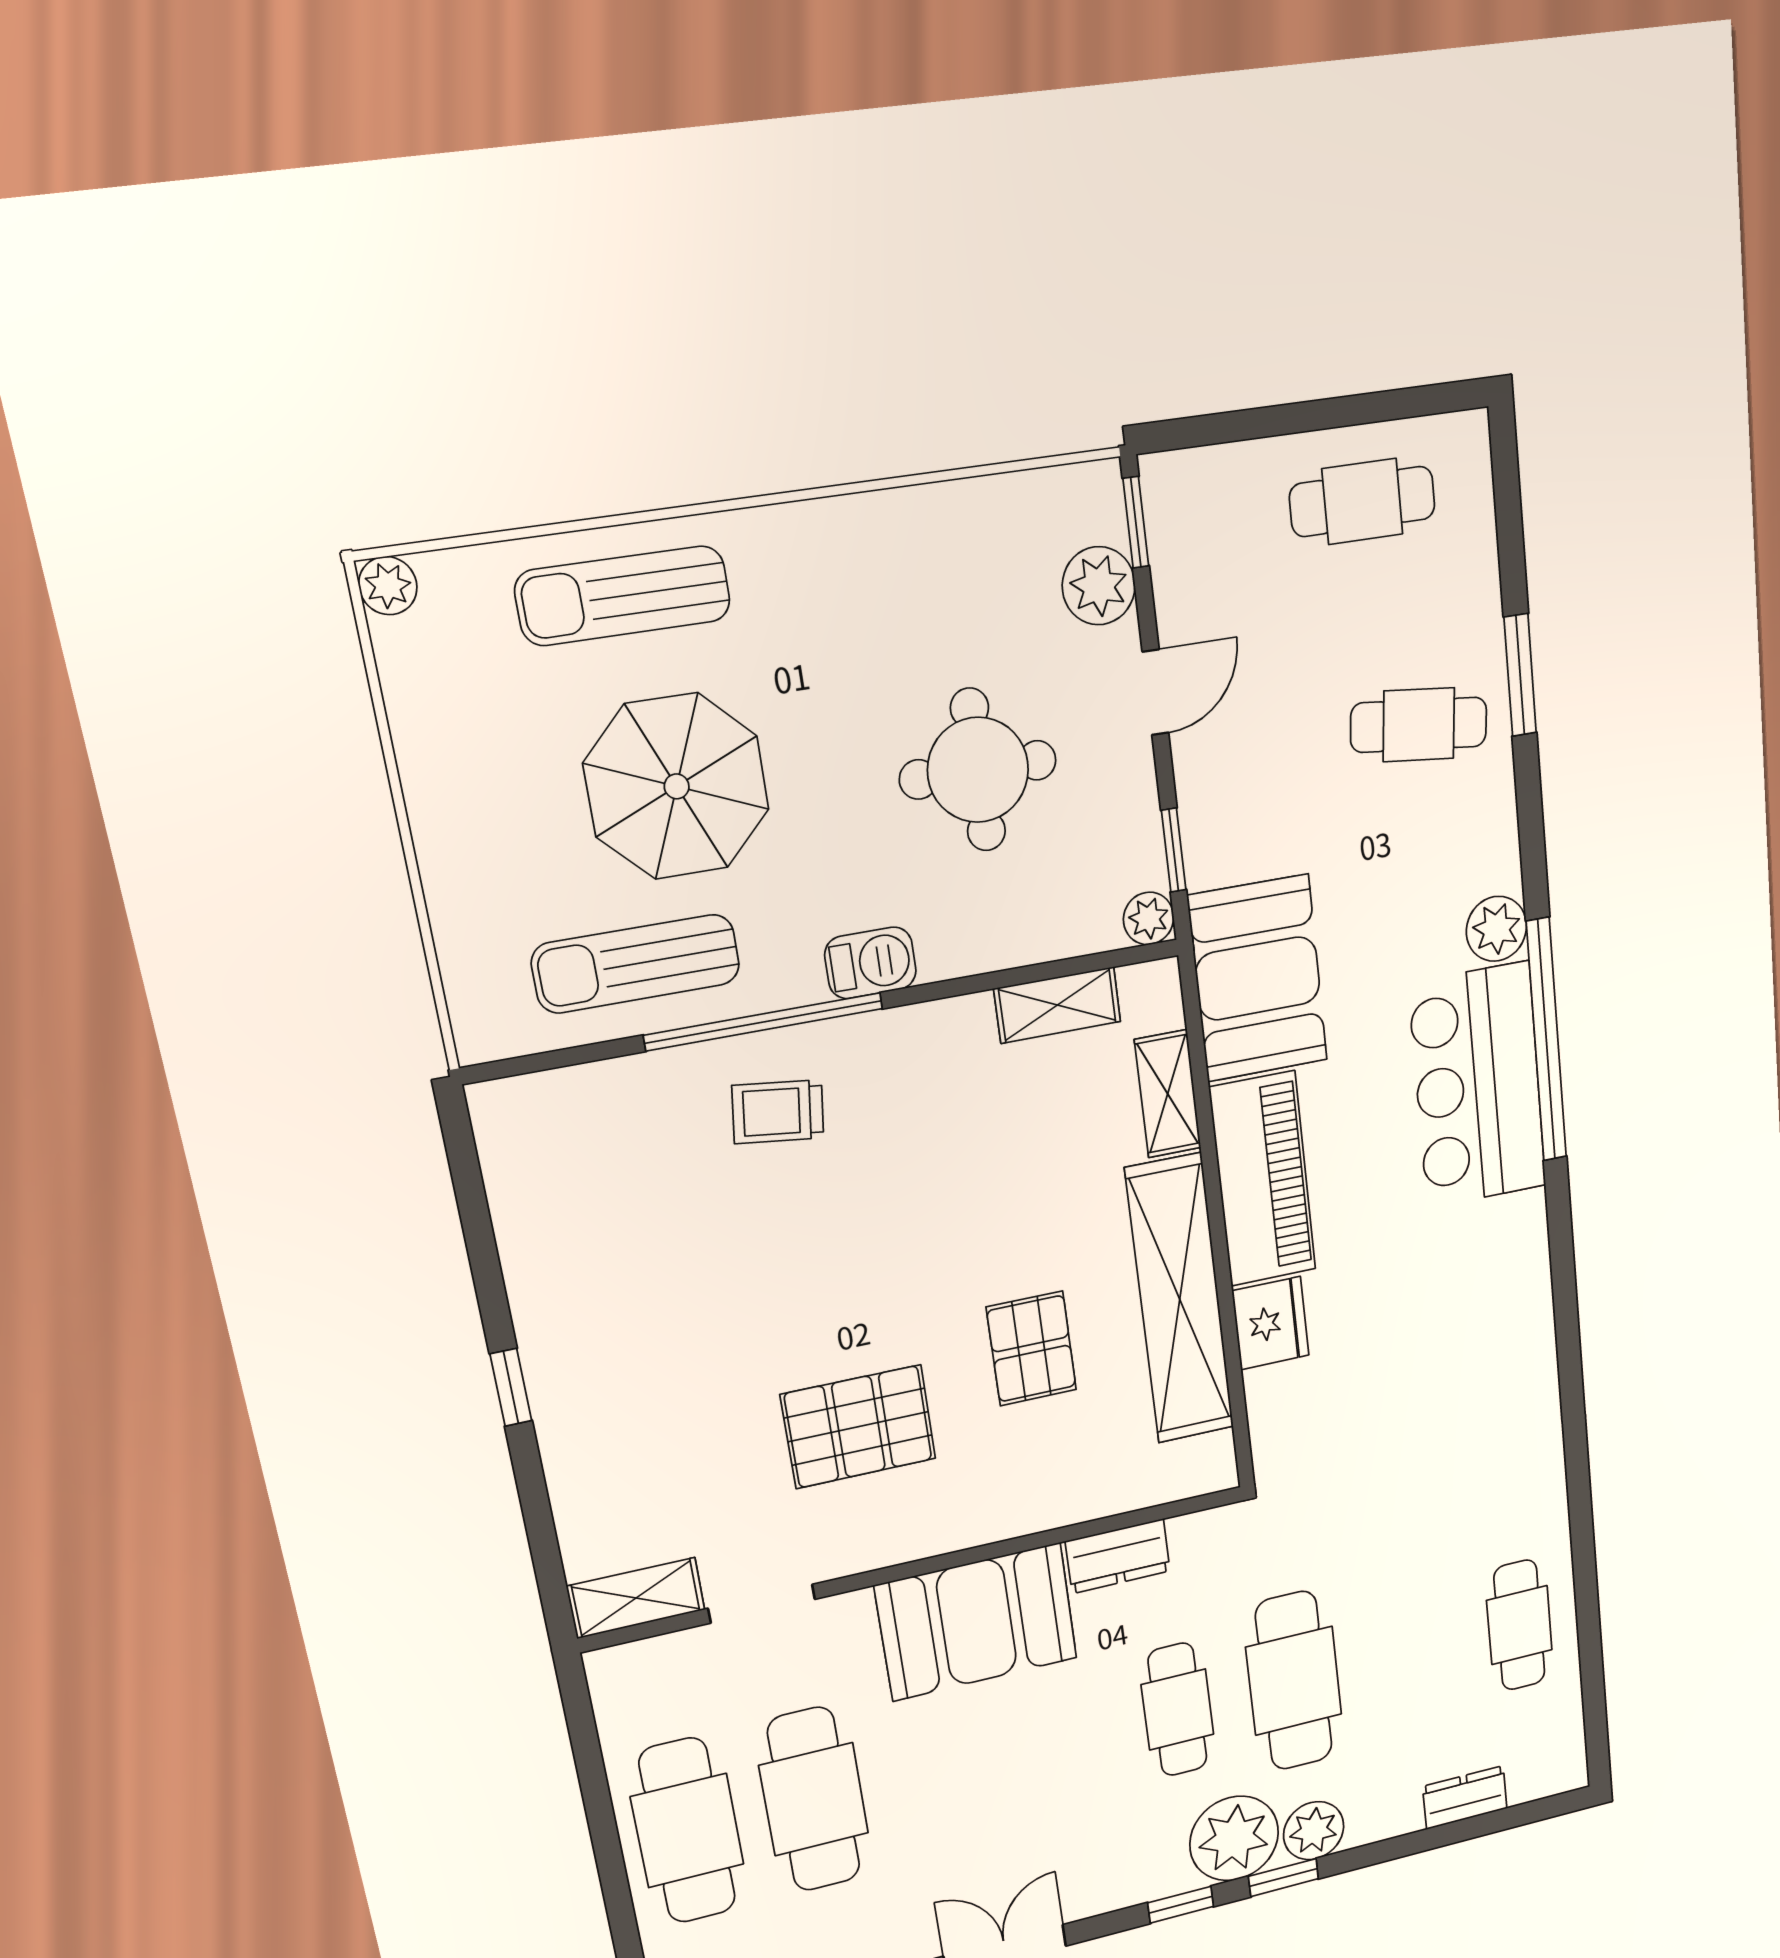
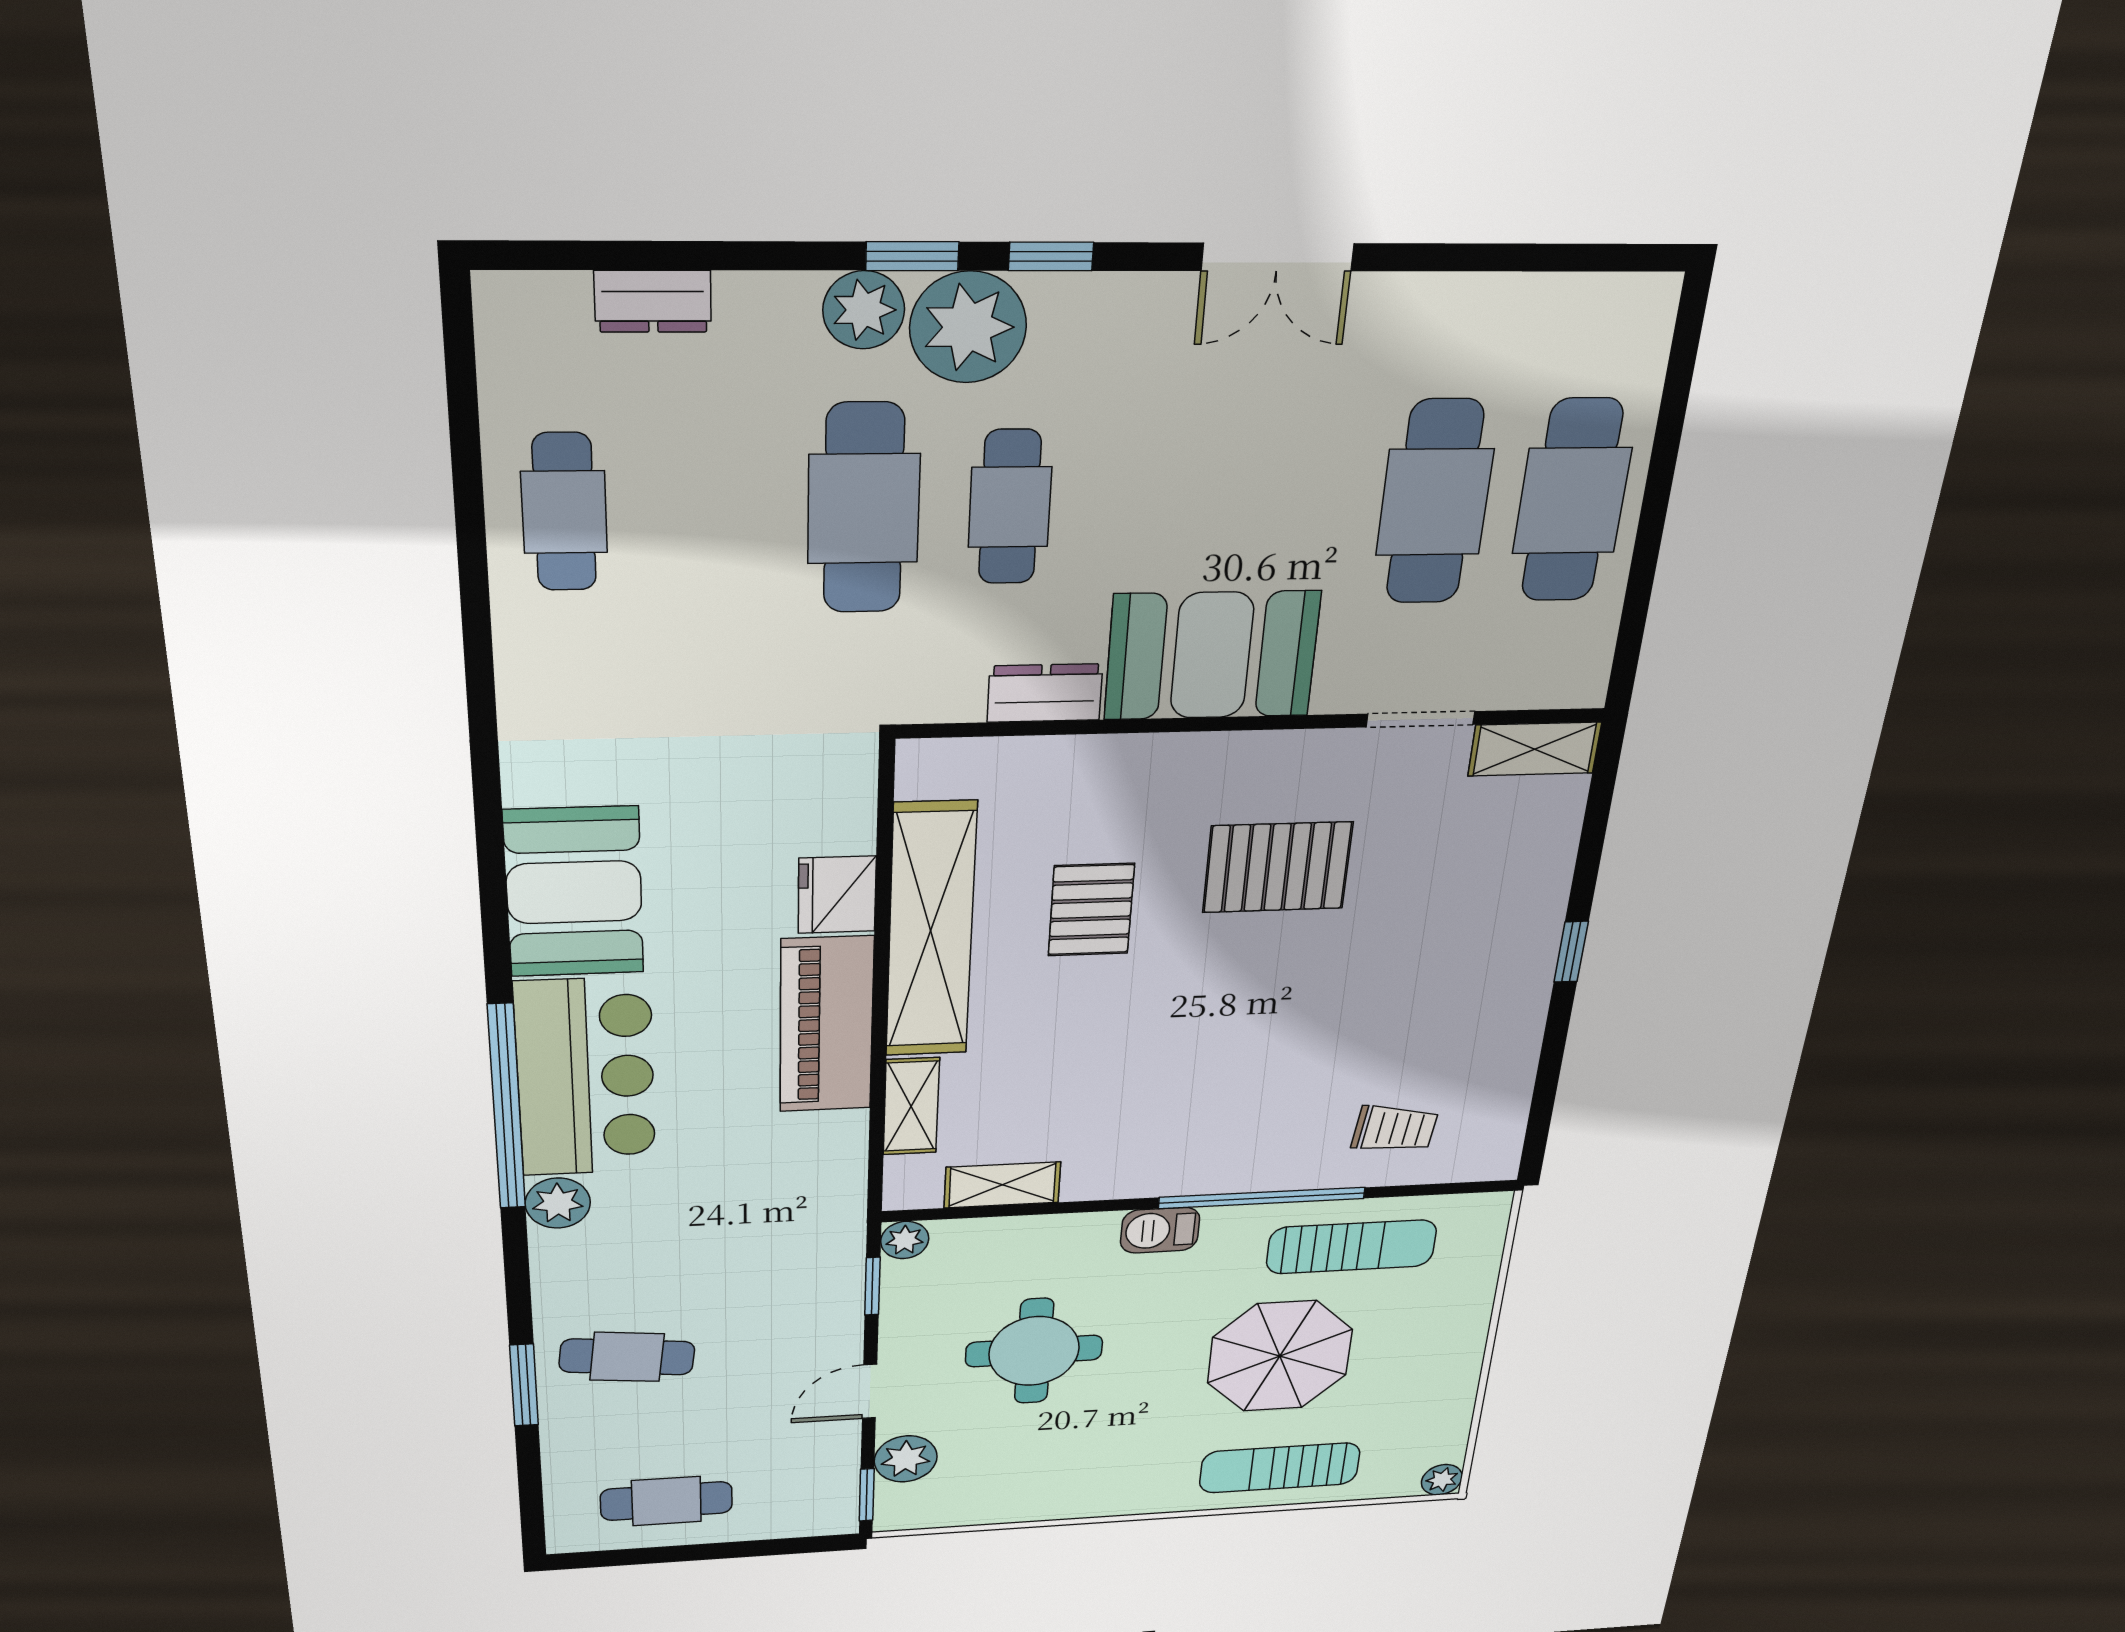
sun lounger: (623, 596) -> (1280, 1468), turned 180
booth: (1258, 978) -> (574, 892), moved
trolley: (778, 1112) -> (1395, 1129), moved

